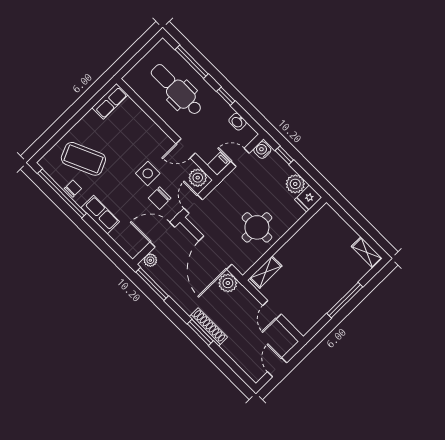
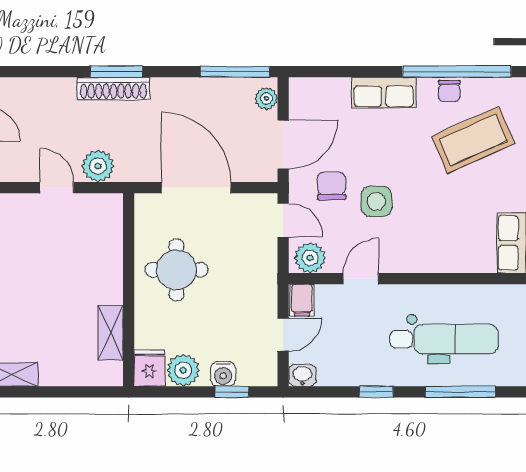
washbasin: (238, 122) -> (302, 375), moved
water cooler: (262, 150) -> (223, 374), moved, turned 90
shelving: (266, 272) -> (111, 333), moved
plant: (228, 283) -> (98, 166), moved

